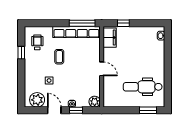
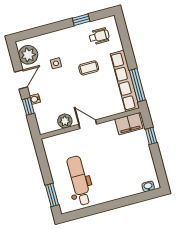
door: (102, 69) -> (88, 124), swing flipped
plant: (95, 102) -> (65, 121), moved

